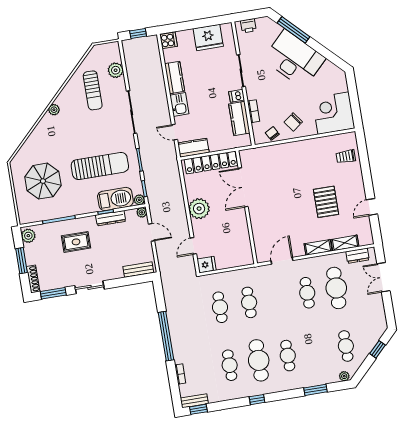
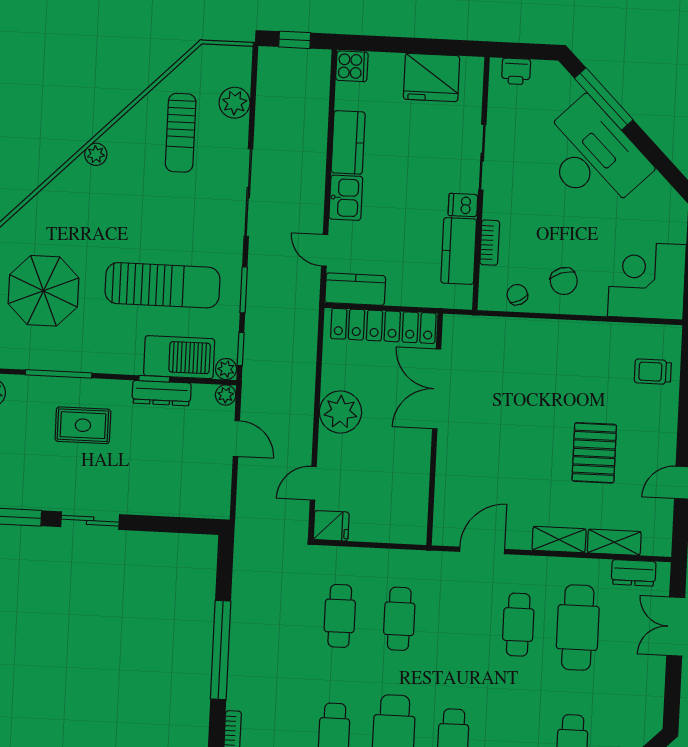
chair: (293, 122) -> (564, 281), turned -72
bench: (138, 270) -> (194, 506), removed

